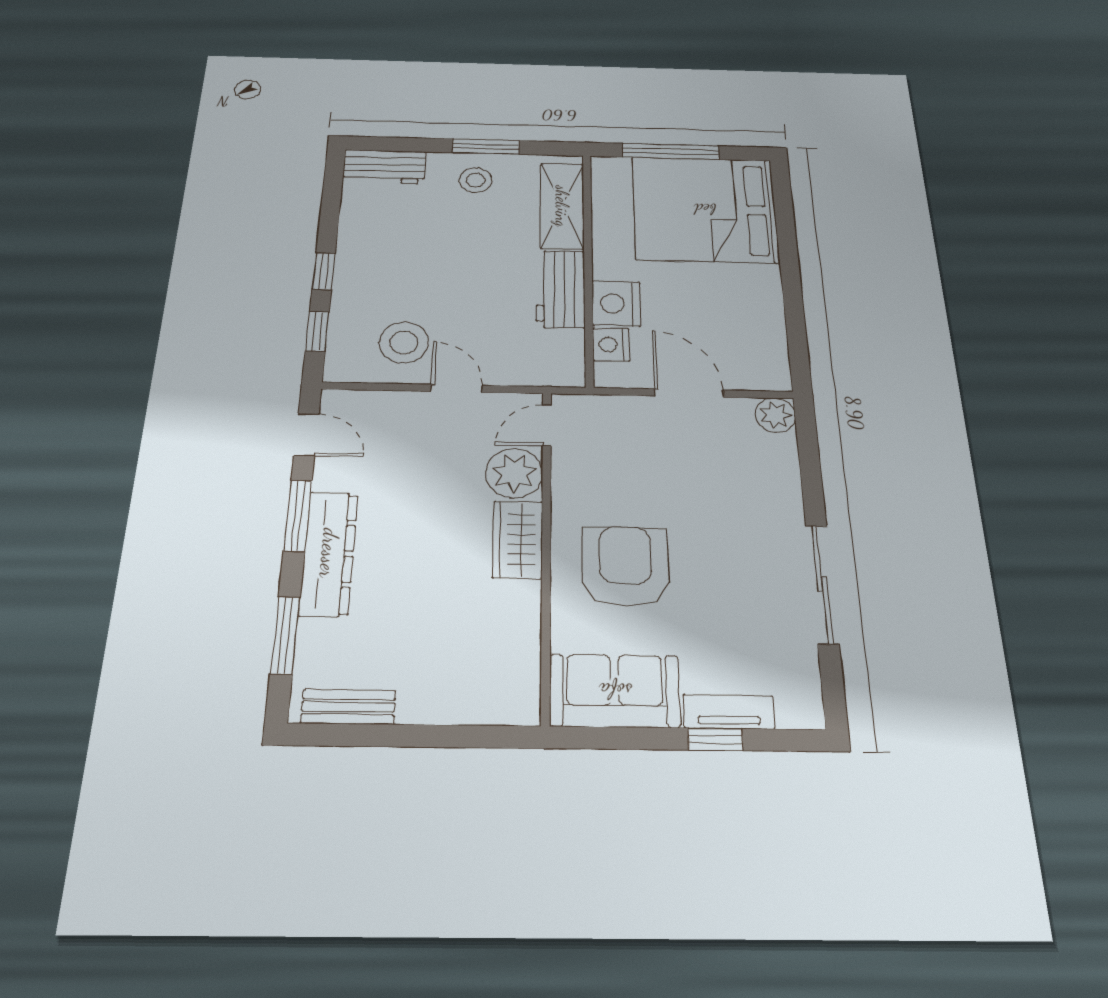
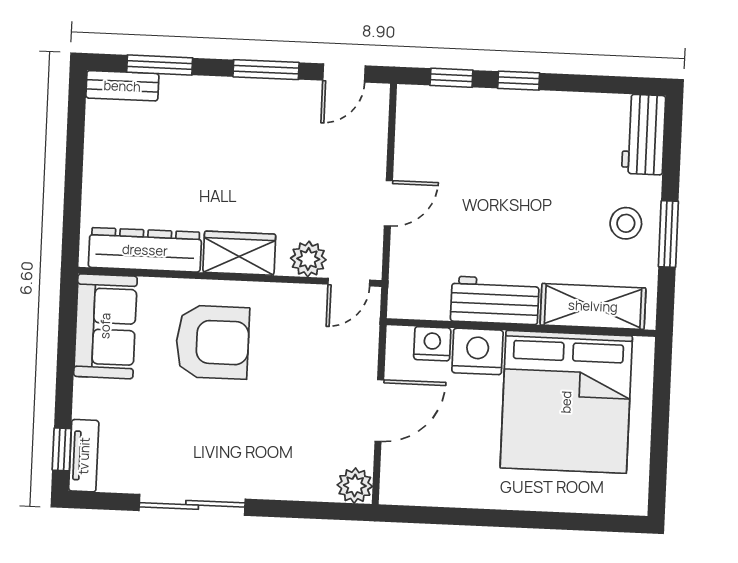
window: (671, 151) -> (660, 418), removed
bed: (705, 209) -> (566, 402), moved, turned 180
stool: (404, 343) -> (438, 156), removed
door: (547, 425) -> (349, 282), swing flipped
plant: (514, 473) -> (308, 259), width x0.73, depth x0.73
dresser: (329, 553) -> (145, 250), moved, turned 180
bench: (348, 707) -> (122, 86), moved, turned 90
tv unit: (729, 712) -> (84, 456), moved
window: (715, 739) -> (62, 449), moved

